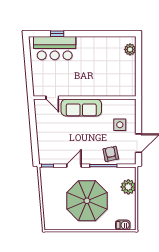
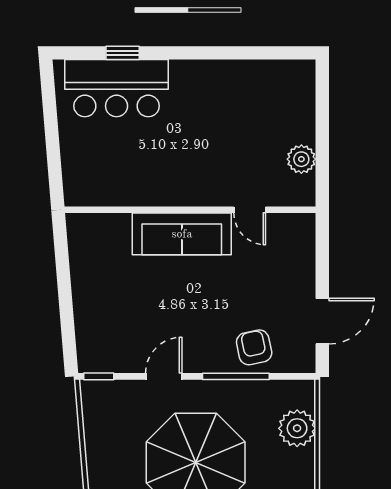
plant: (130, 49) -> (301, 159), moved
door: (52, 98) -> (250, 210), moved
side table: (120, 125) -> (276, 276), removed

